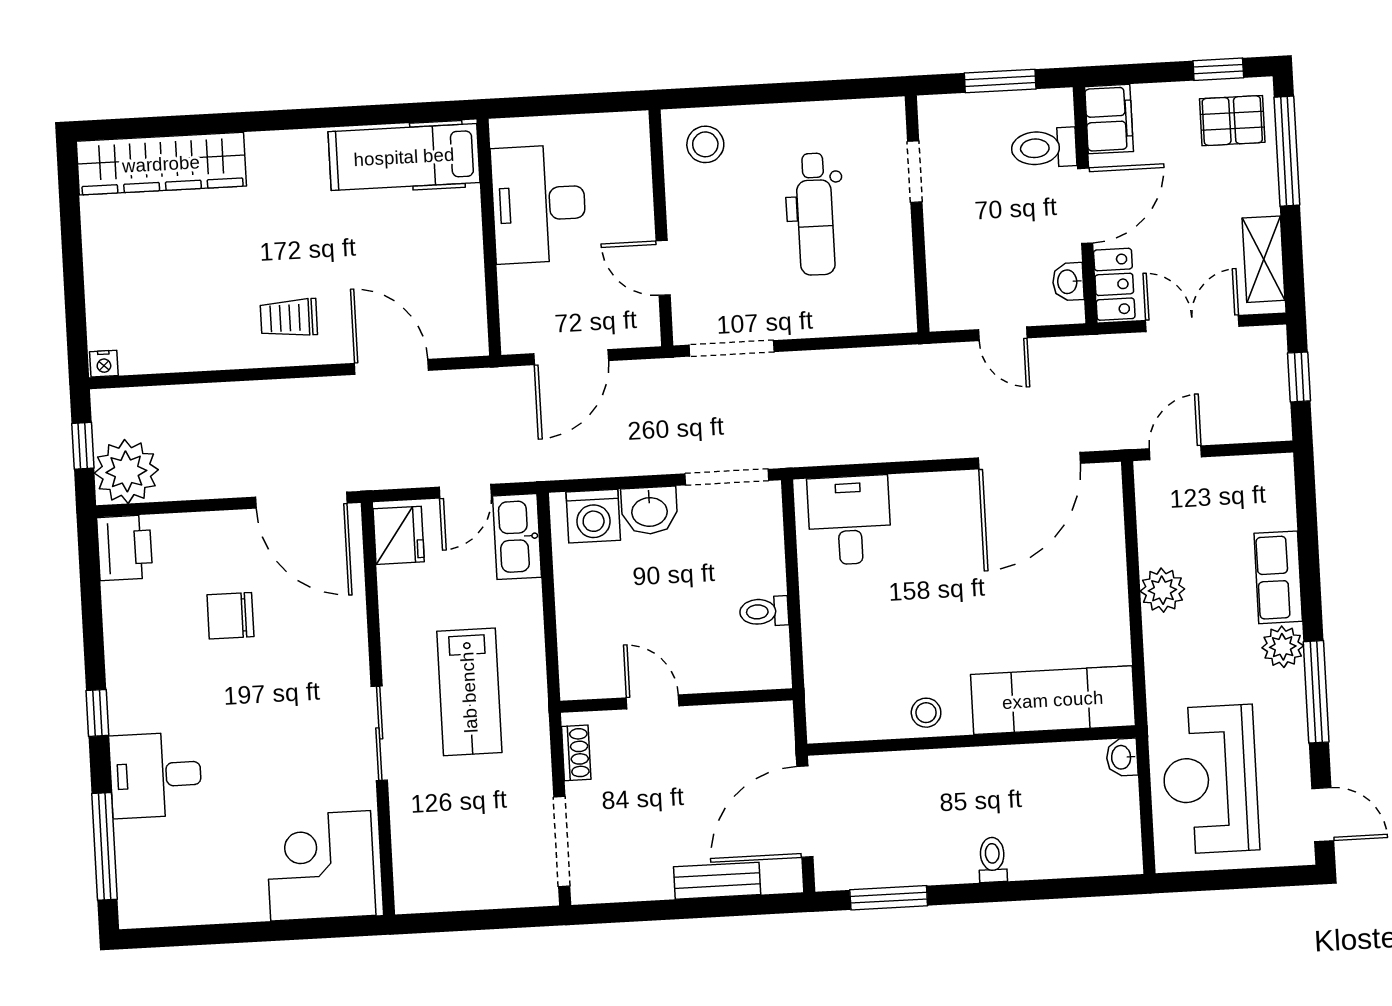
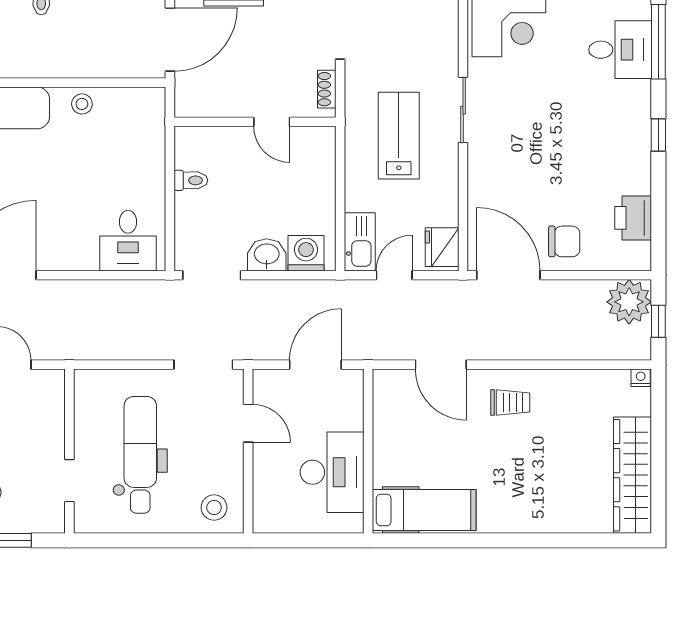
wardrobe: (161, 164) -> (633, 475), moved, turned -90
dental chair: (815, 214) -> (140, 455), width x1.36, depth x1.38
printer: (125, 548) -> (633, 218), moved
chair: (230, 616) -> (564, 241), moved
desk: (156, 775) -> (620, 50), moved

